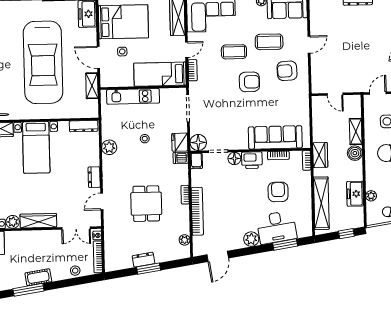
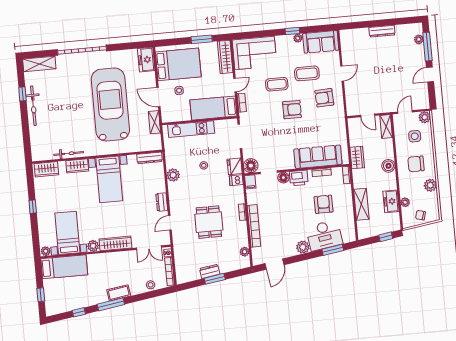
car: (43, 62) -> (110, 105), turned 180
shelving: (356, 131) -> (386, 126), moved
wardrobe: (320, 155) -> (357, 157), moved
shelving: (321, 203) -> (361, 204), width x0.68

